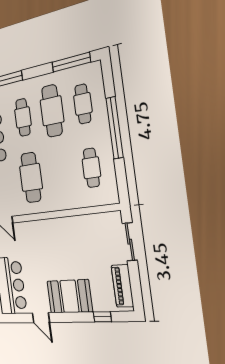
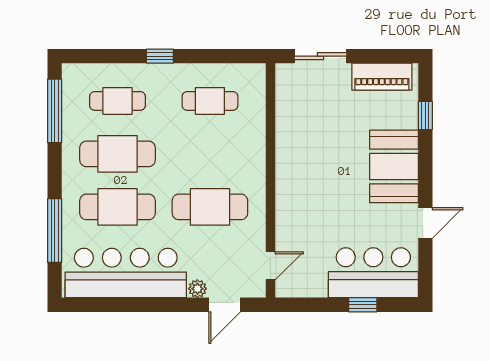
cafe table: (23, 117) -> (118, 207), width x1.37, depth x1.35
window: (115, 128) -> (160, 56), width x0.32

